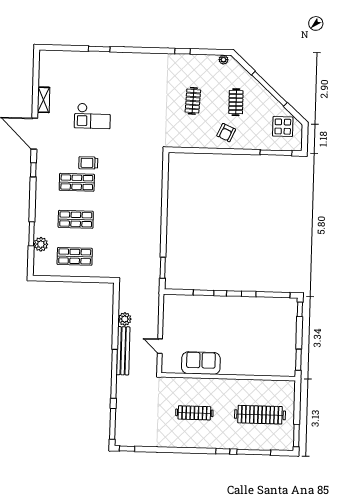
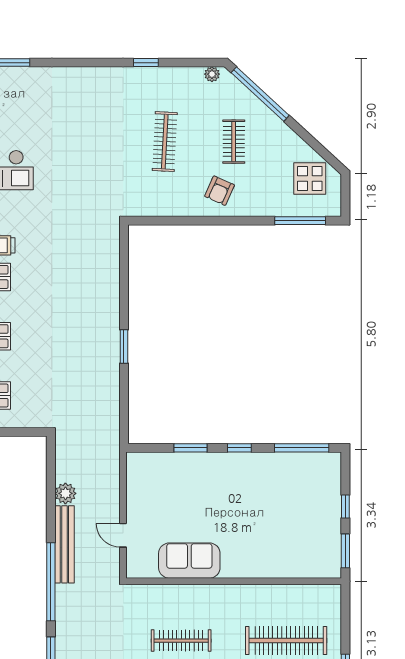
window: (269, 89) -> (260, 94), moved
clothes rail: (193, 101) -> (165, 142), width x1.36
window: (163, 268) -> (124, 347), moved
window: (300, 309) -> (345, 507), moved

